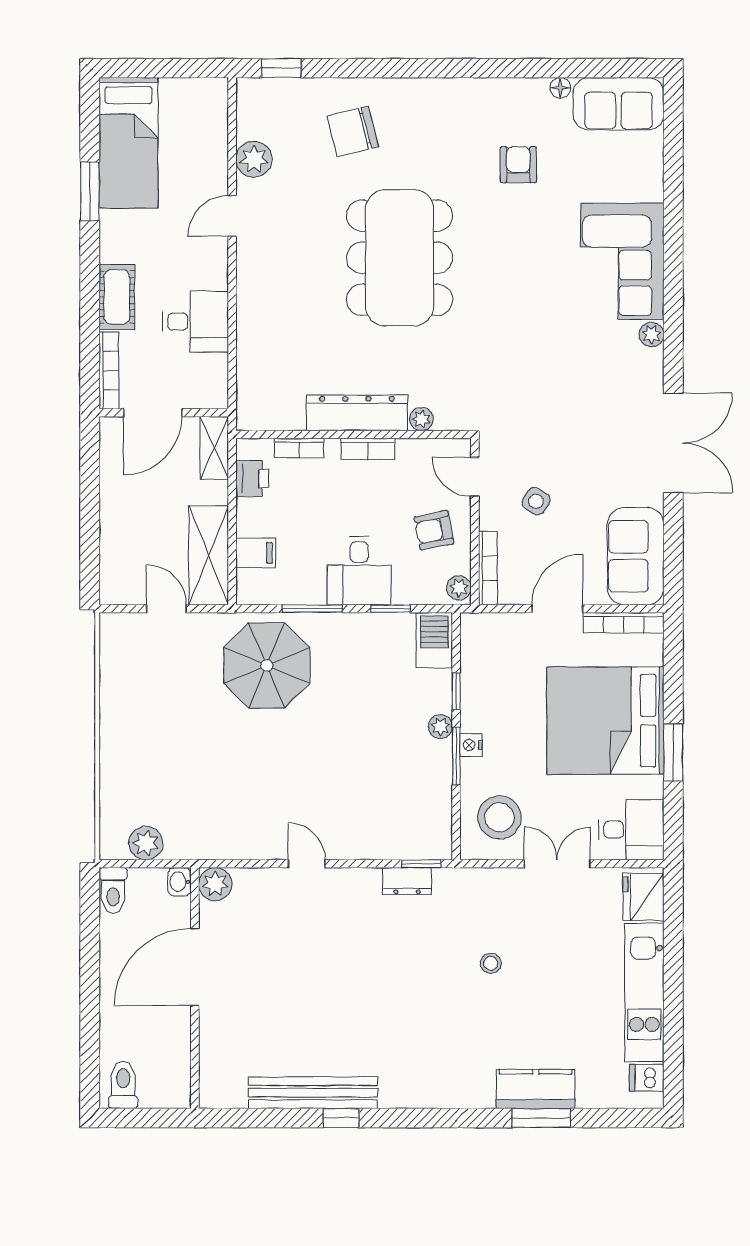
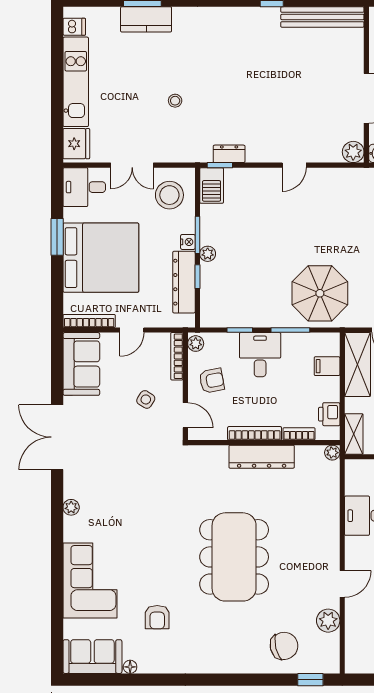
chair: (353, 131) -> (284, 646), moved
corner sofa: (622, 261) -> (90, 581), moved
plant: (421, 419) -> (332, 453), moved
bookcase: (368, 449) -> (255, 433), width x1.56
door: (557, 609) -> (132, 330), width x0.73
barbecue: (434, 640) -> (212, 186), moved
dresser: (477, 683) -> (184, 282), added
door: (307, 864) -> (294, 165), hinge flipped
bench: (313, 1093) -> (322, 17), moved

